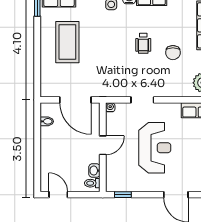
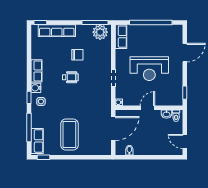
coffee table: (67, 42) -> (69, 135), turned 90
door: (103, 145) -> (147, 108), hinge flipped
reception desk: (155, 148) -> (149, 69), turned 180
door: (58, 195) -> (185, 141), hinge flipped

